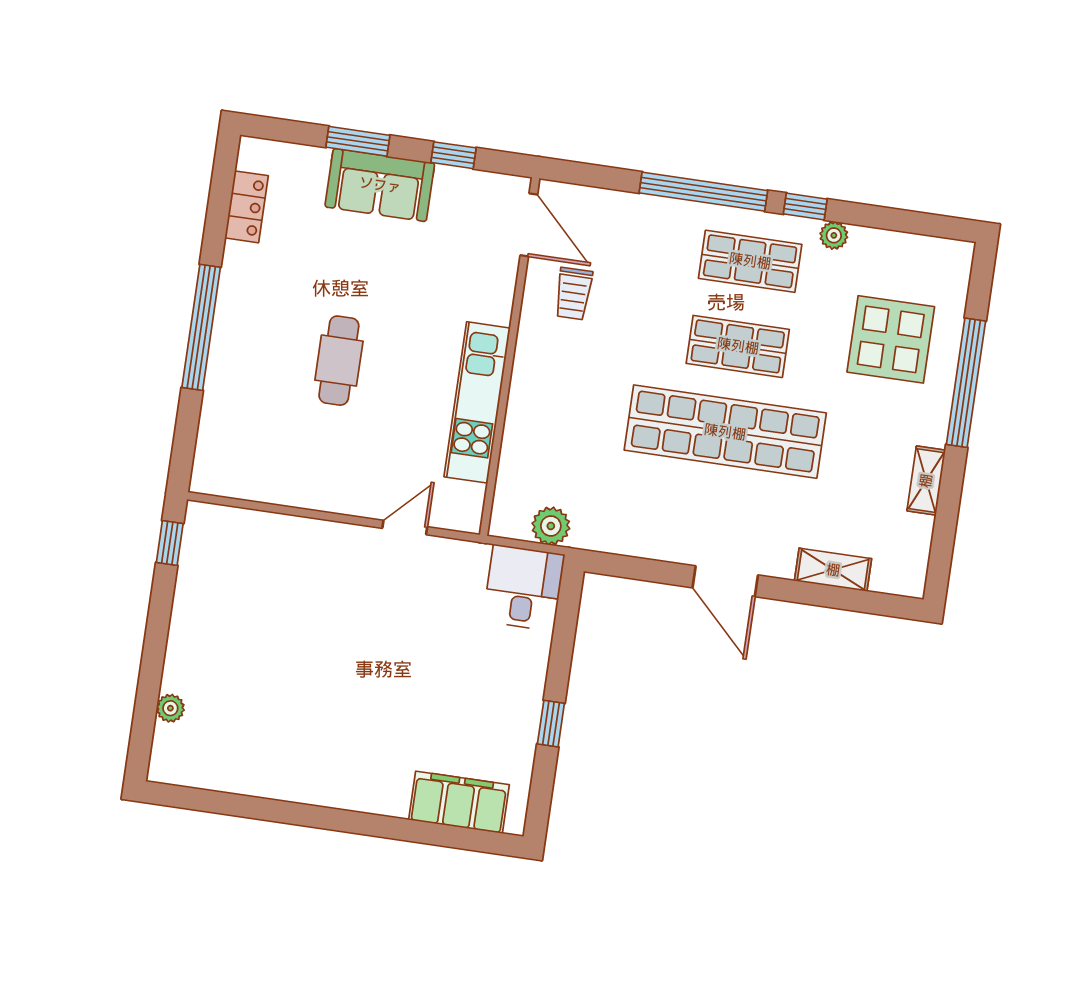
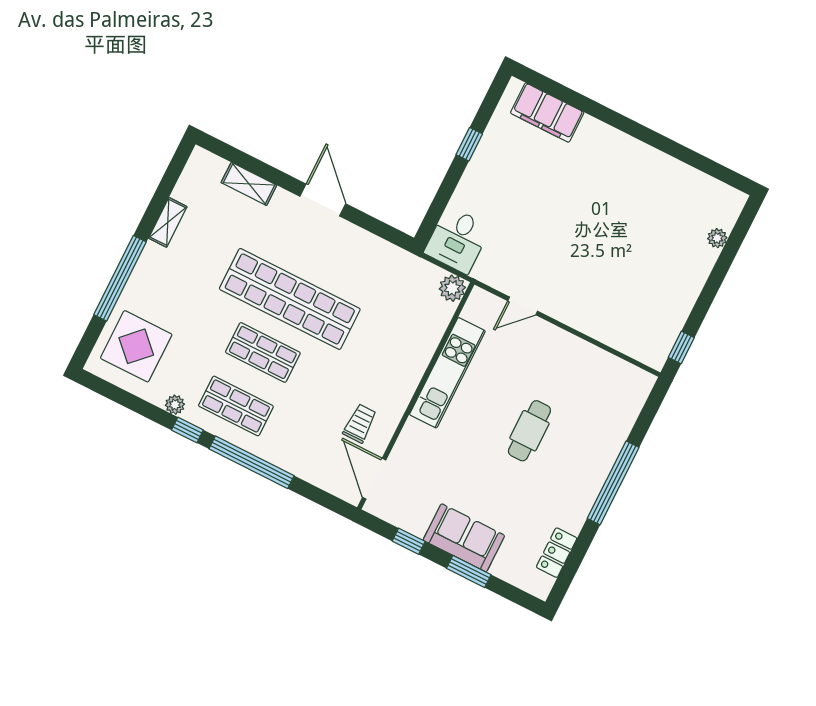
display table: (891, 339) -> (136, 346), moved
plant: (551, 526) -> (452, 288), moved

